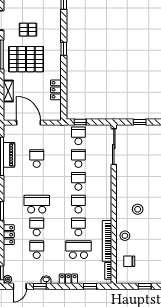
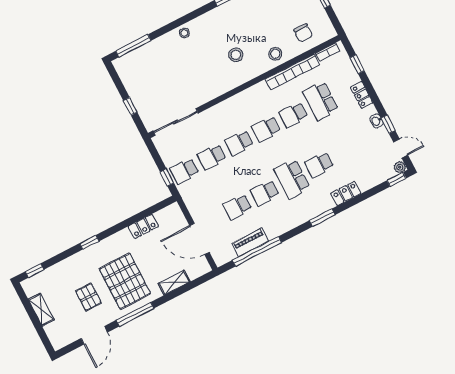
door: (28, 123) -> (199, 239), hinge flipped
school desk: (37, 250) -> (265, 193), moved

